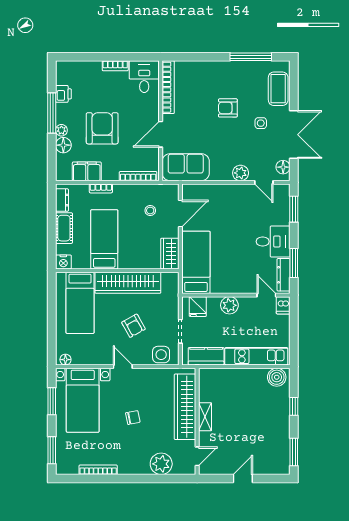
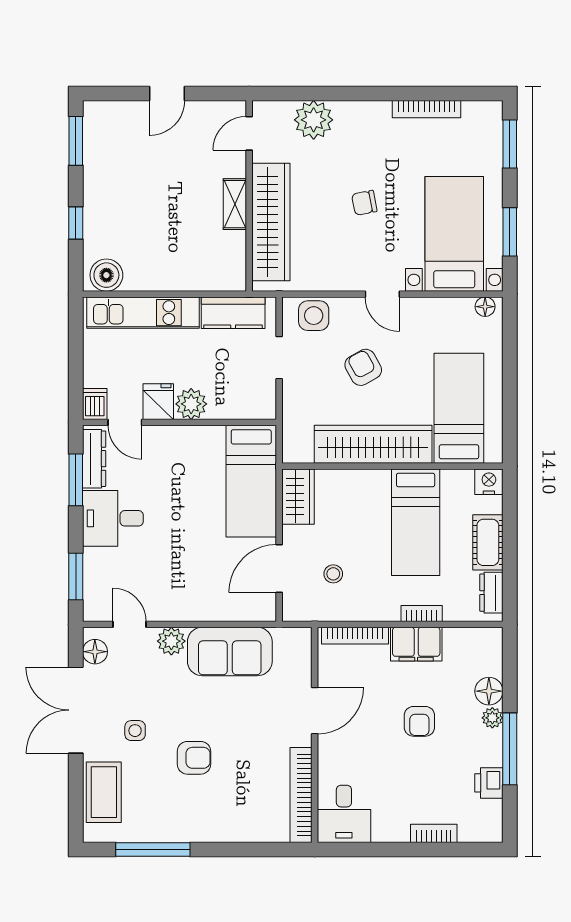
bookcase: (115, 66) -> (434, 833), moved
armchair: (102, 128) -> (419, 721), width x0.53, depth x0.53
sofa: (186, 167) -> (230, 651), moved
filing cabinet: (87, 171) -> (416, 644), moved
fridge: (198, 307) -> (158, 402), moved

